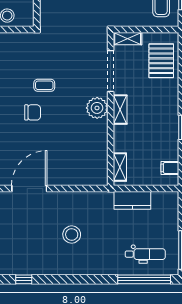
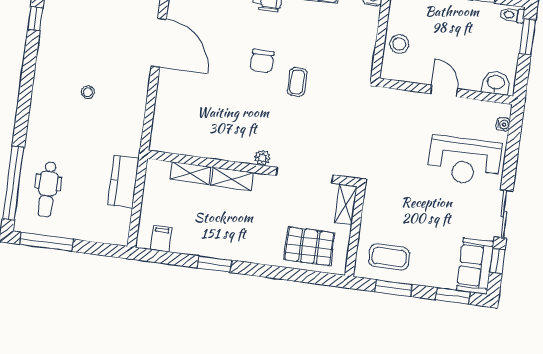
plant: (97, 108) -> (262, 158), width x0.53, depth x0.53
shelving: (120, 110) -> (232, 179), moved
shelving: (120, 167) -> (191, 173), moved
stool: (72, 235) -> (88, 92), width x0.53, depth x0.53

